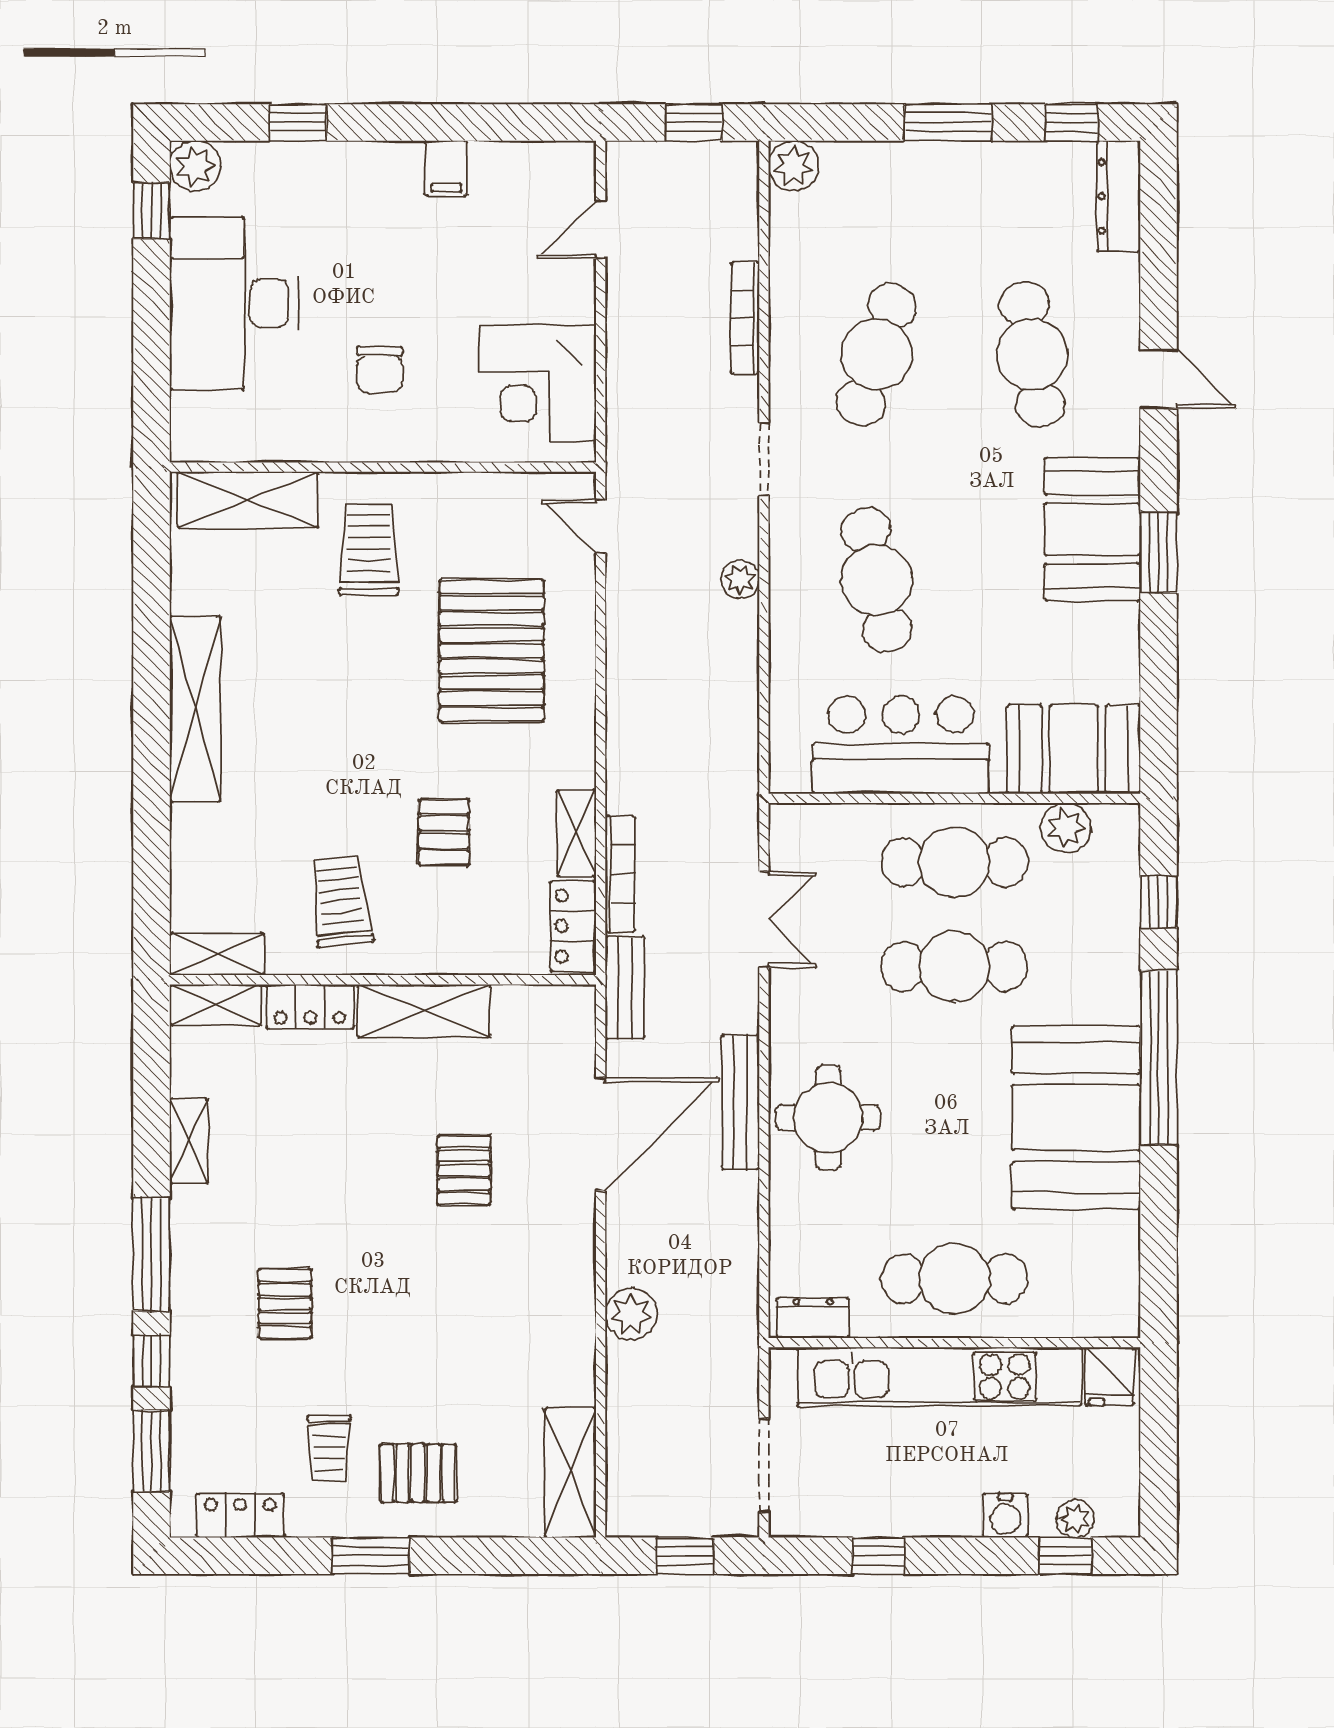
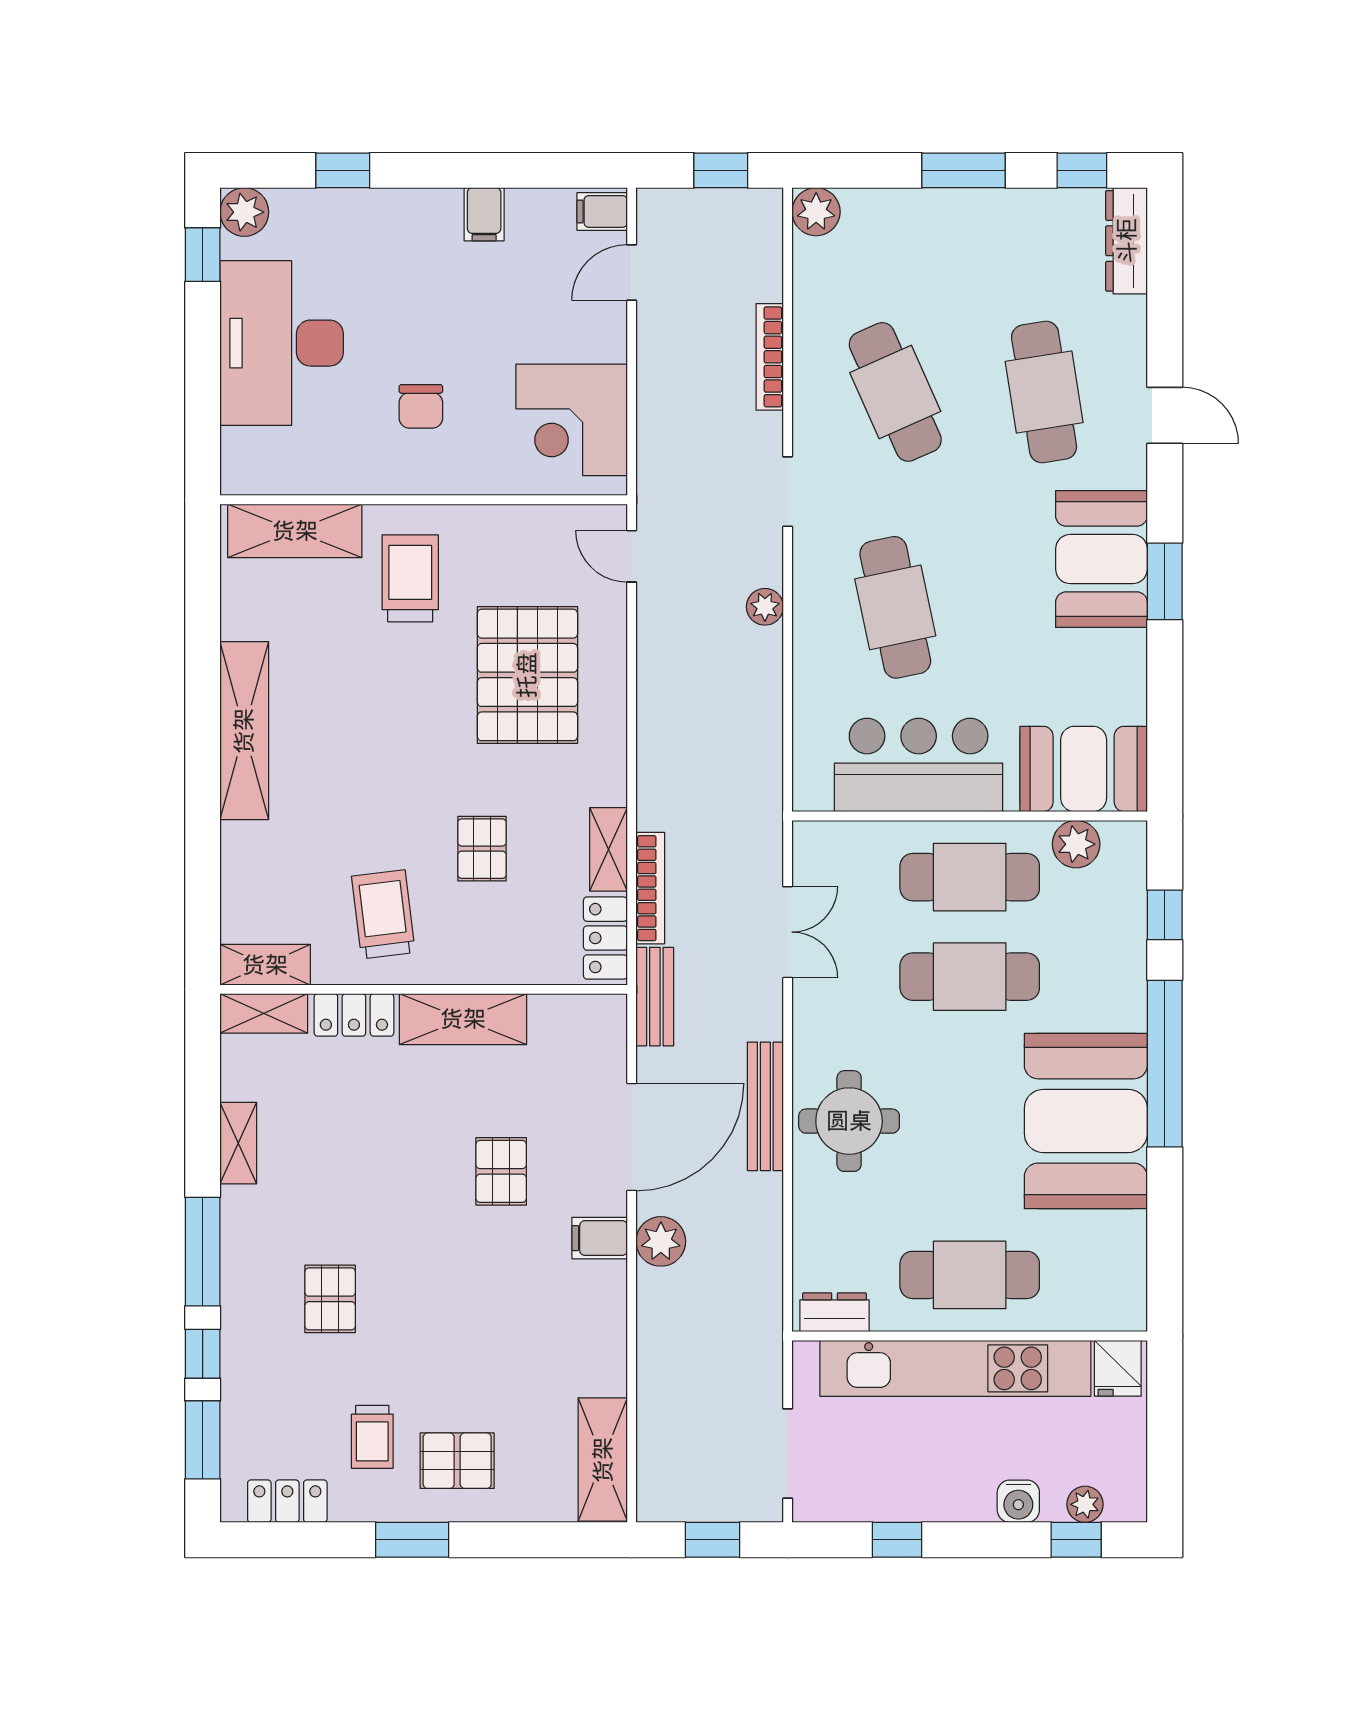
filing cabinet: (570, 165) -> (602, 211), added
cafe table: (877, 354) -> (895, 392), turned -42
filing cabinet: (567, 1240) -> (600, 1238), added
plant: (631, 1314) -> (661, 1241), moved

